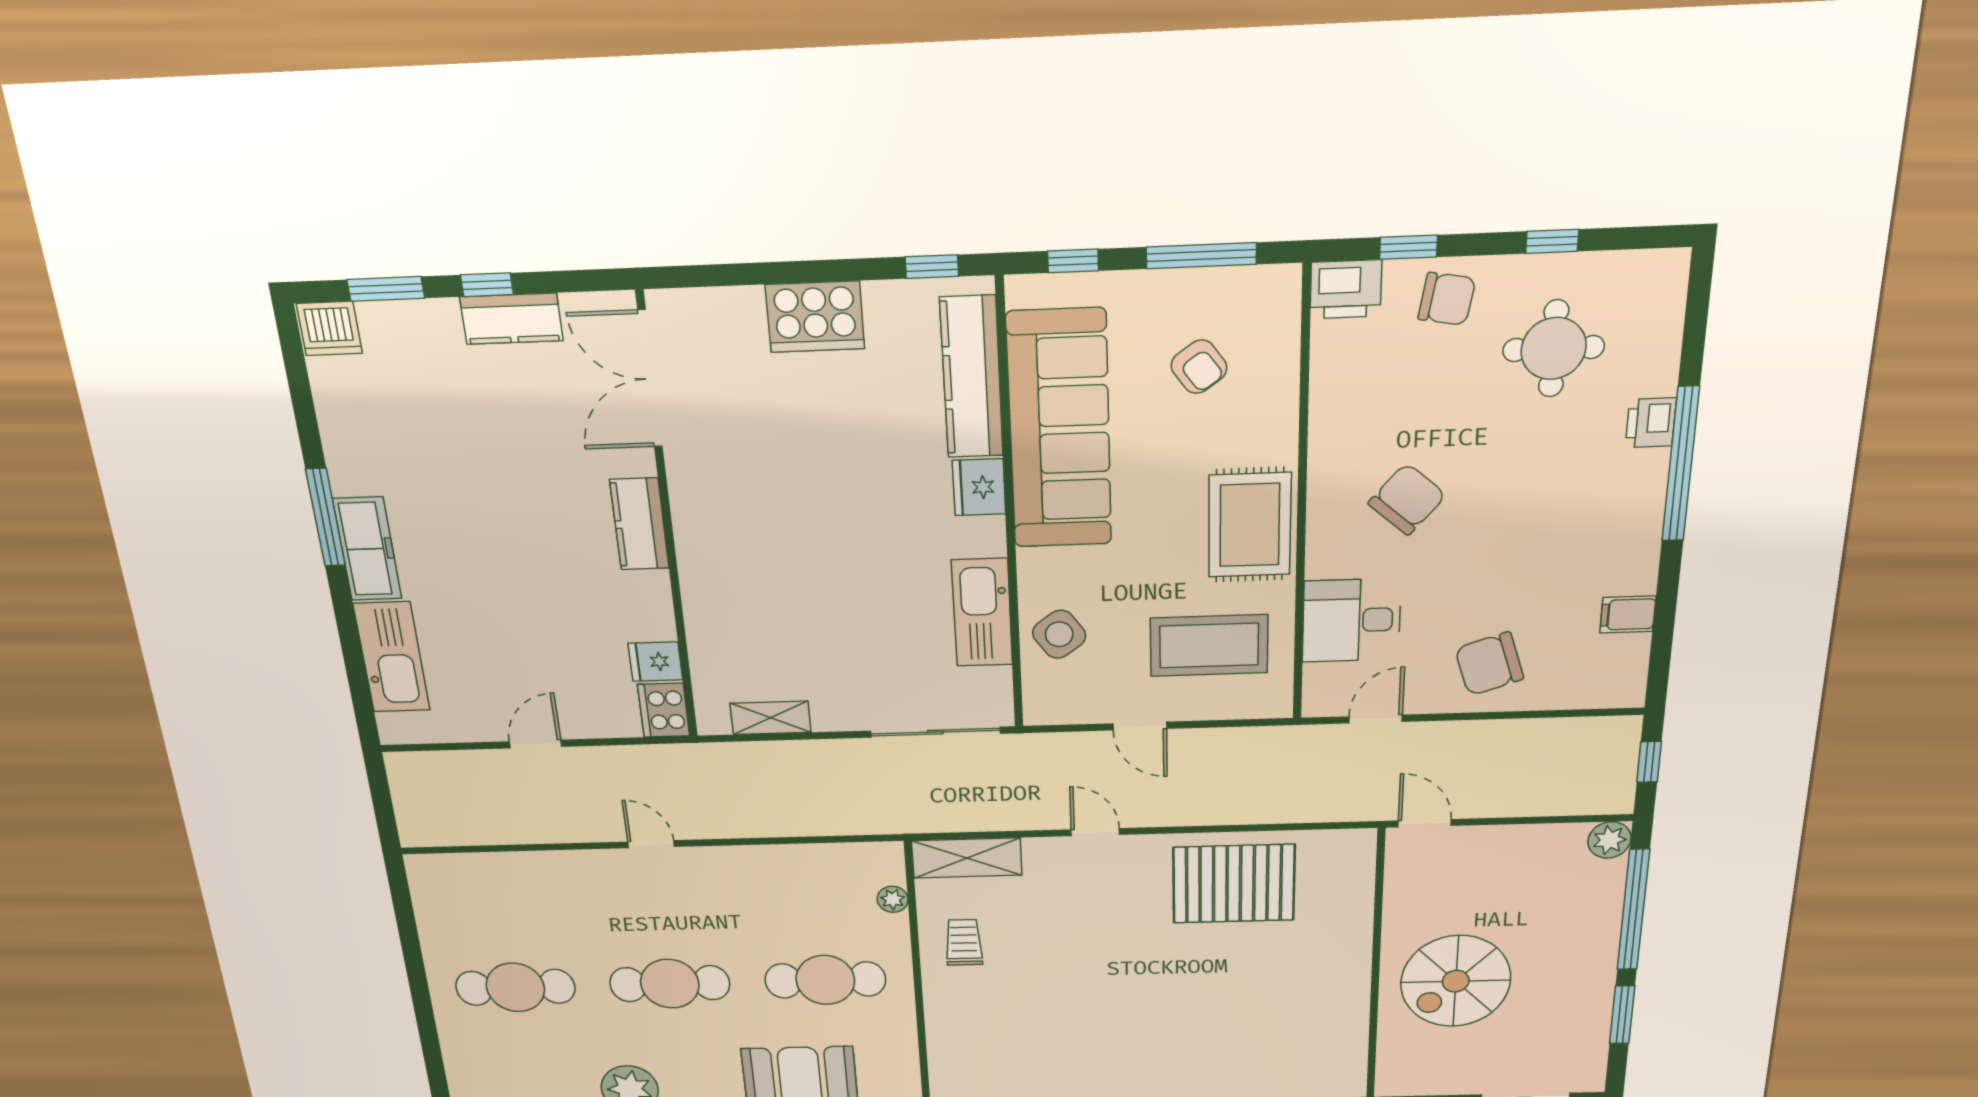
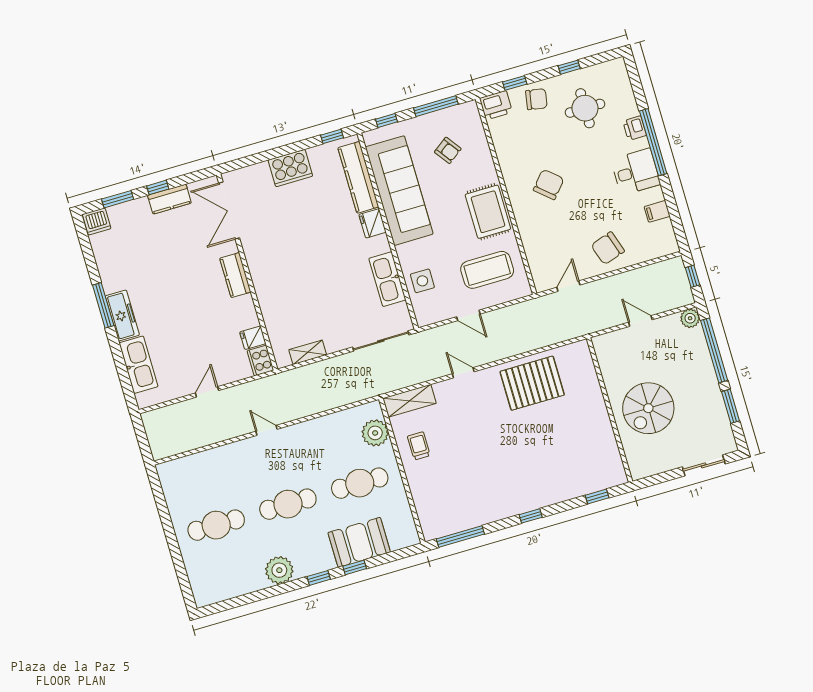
desk: (1352, 620) -> (636, 172), moved, turned 180
side table: (1059, 634) -> (422, 281), turned 36
door: (1425, 823) -> (640, 321), moved
plant: (893, 899) -> (375, 433), width x1.88, depth x1.88

